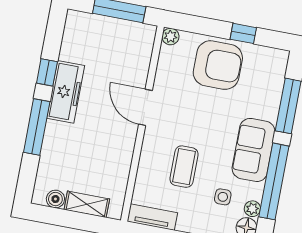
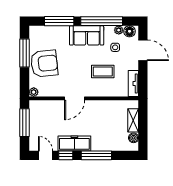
window: (243, 33) -> (24, 53), width x2.17
door: (54, 36) -> (45, 155), added
armchair: (218, 65) -> (44, 64), turned 84

